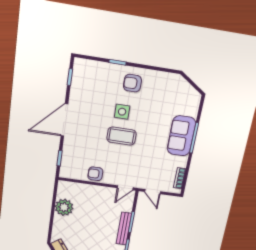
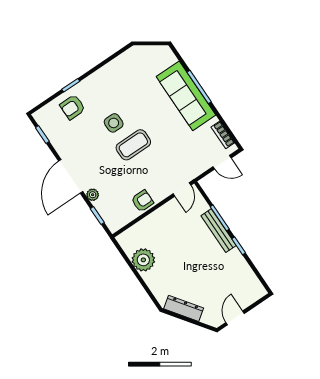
armchair: (132, 83) -> (73, 107), moved
sofa: (181, 136) -> (186, 96), width x1.36
plant: (68, 143) -> (93, 195), added
armchair: (95, 174) -> (142, 201), turned 180
door: (153, 192) -> (222, 162), moved

